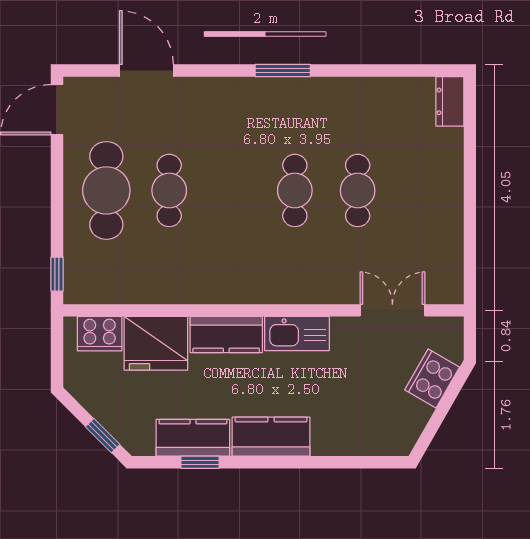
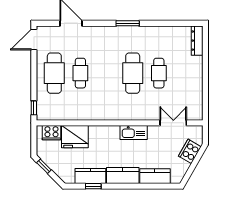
dresser: (450, 101) -> (197, 41), width x1.44
cafe table: (295, 190) -> (133, 73), width x1.37, depth x1.35
kitchen counter: (226, 335) -> (155, 176), moved, turned 180
window: (103, 436) -> (44, 166), moved

